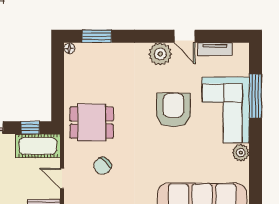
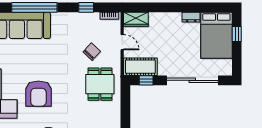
dining table: (92, 123) -> (100, 84), turned 90

